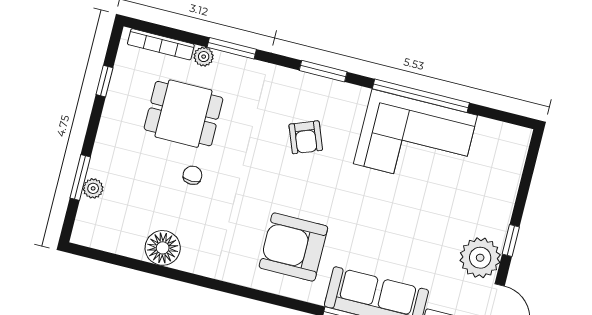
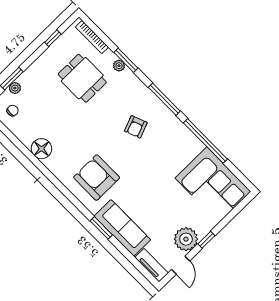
plant: (204, 57) -> (119, 66), moved
window: (323, 71) -> (164, 99), width x1.44
corner sofa: (415, 140) -> (213, 185), moved
chair: (192, 175) -> (13, 111), moved
floor lamp: (163, 248) -> (41, 149), moved

